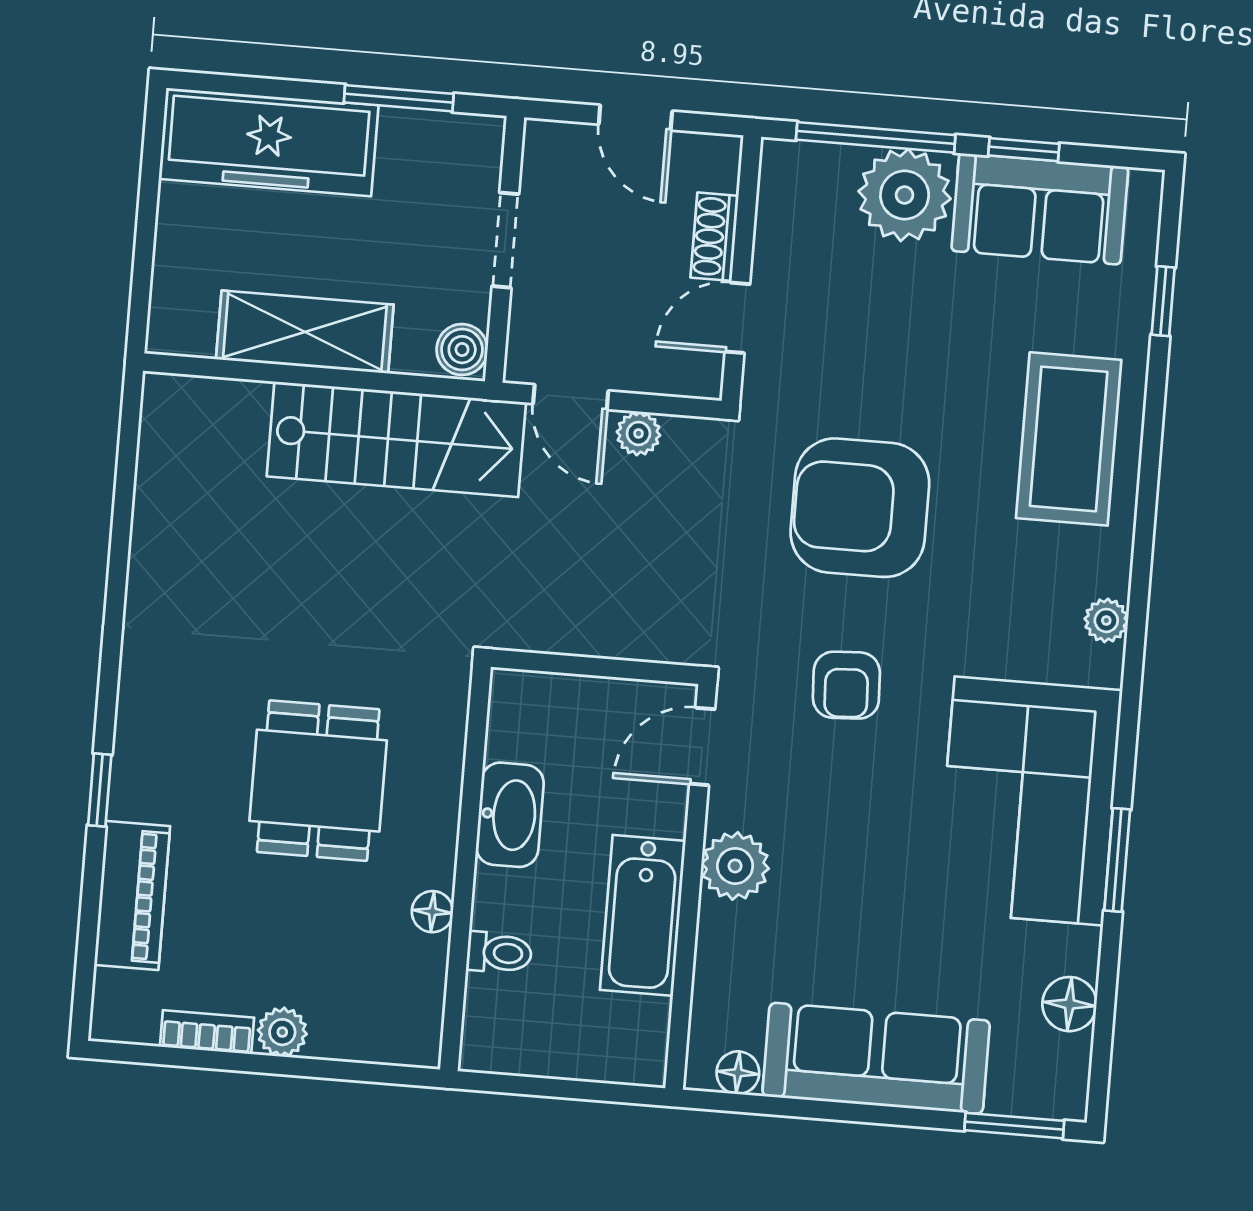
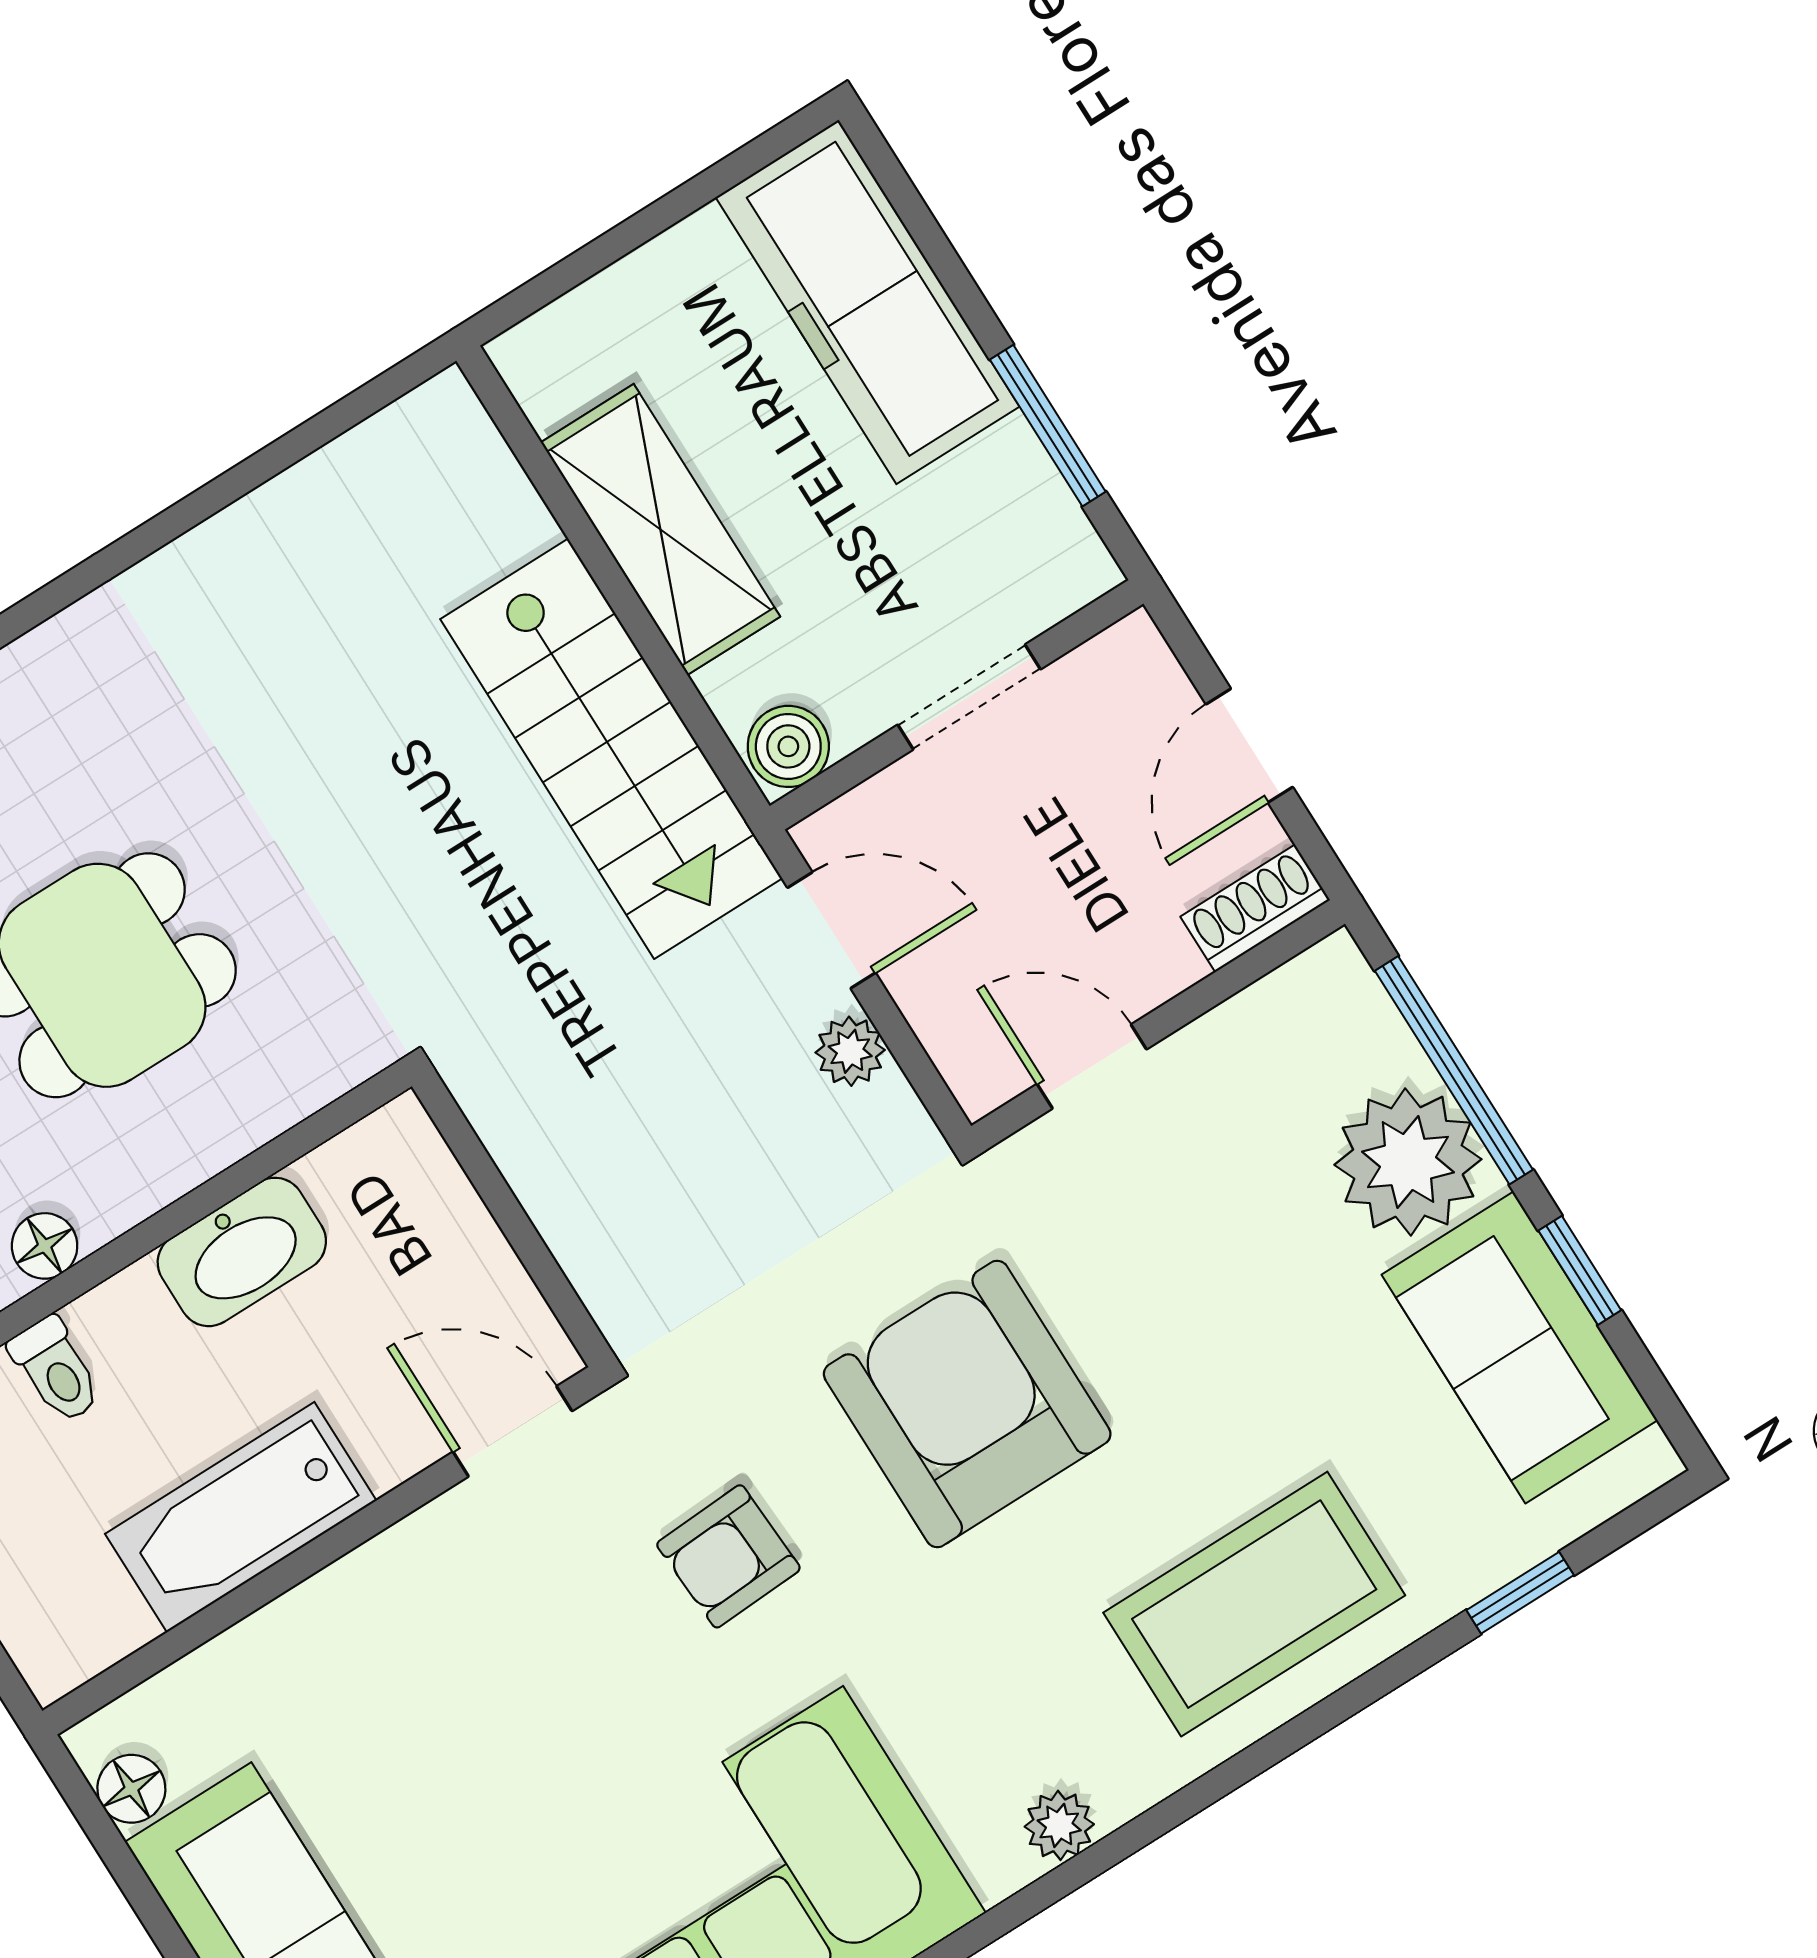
shoe rack: (715, 237) -> (1255, 908), moved
door: (571, 397) -> (832, 930), swing flipped
plant: (735, 866) -> (392, 1588), removed

